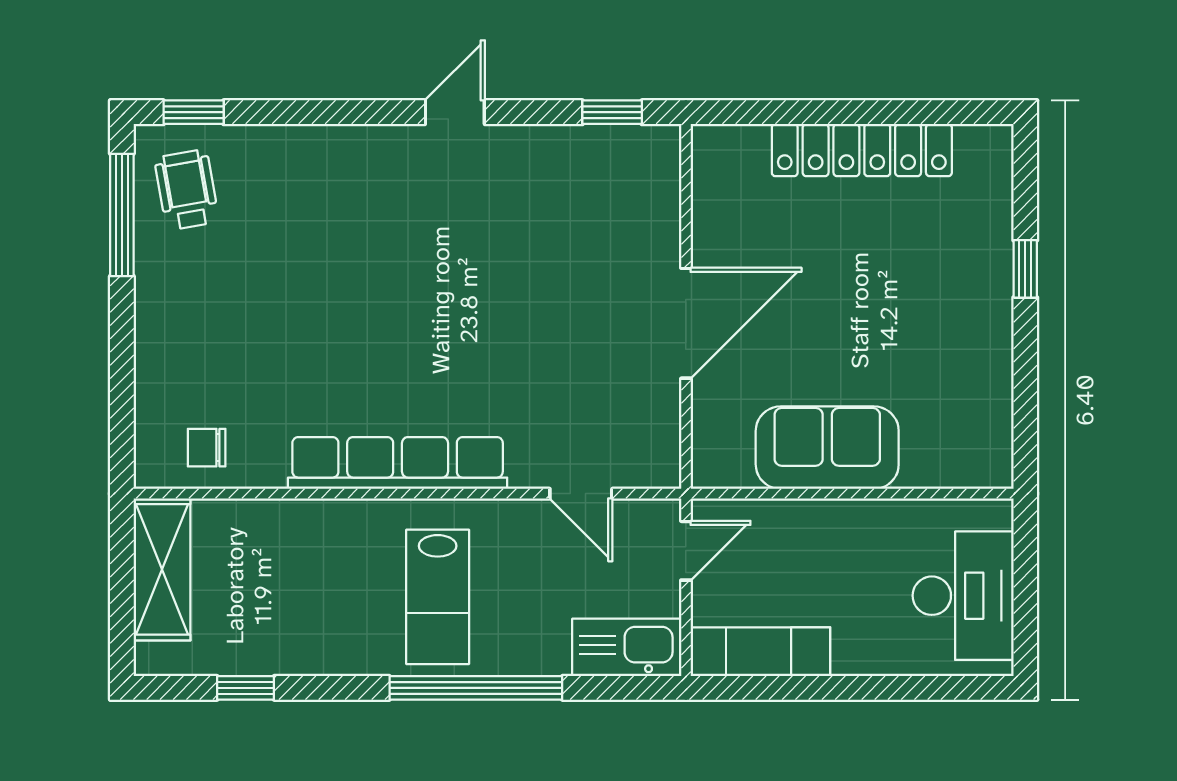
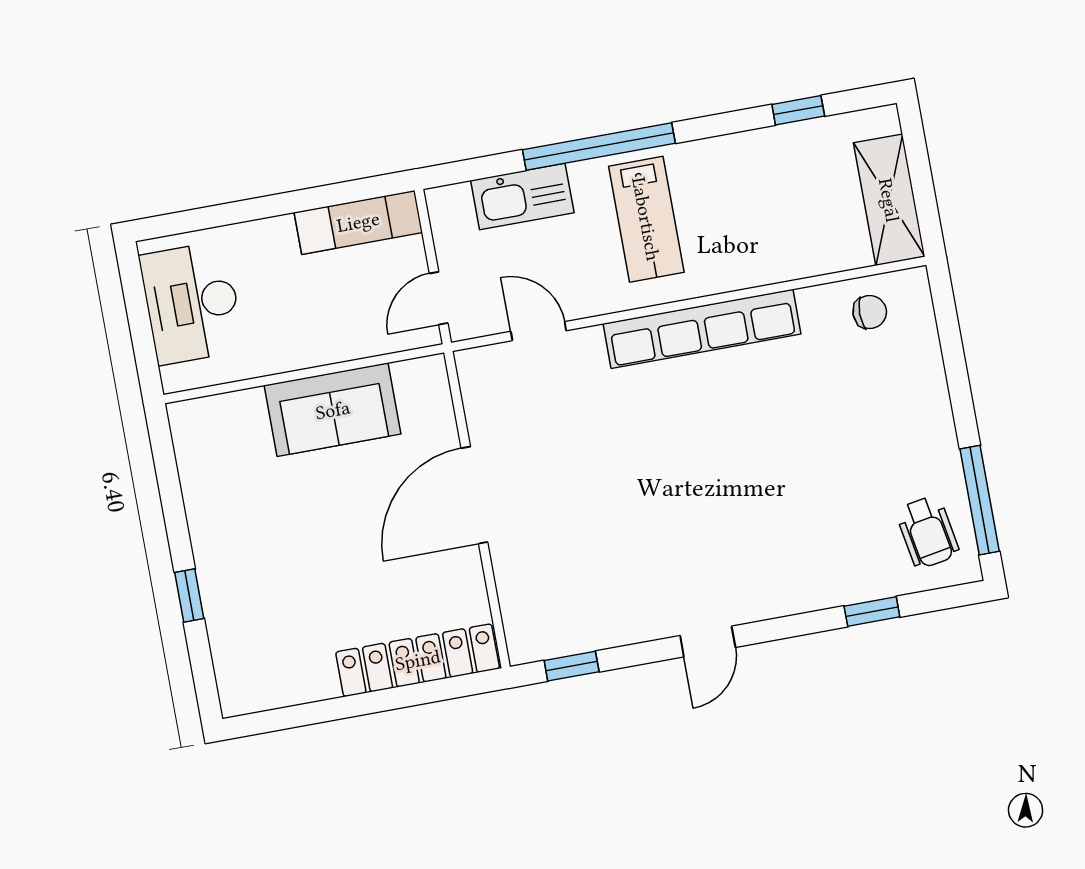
window: (194, 112) -> (872, 612), moved
locker: (862, 150) -> (418, 660), moved
lab bench: (438, 597) -> (646, 219), turned 180
kitchen sink: (627, 647) -> (522, 197), moved

